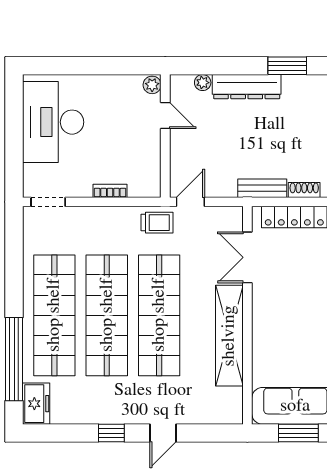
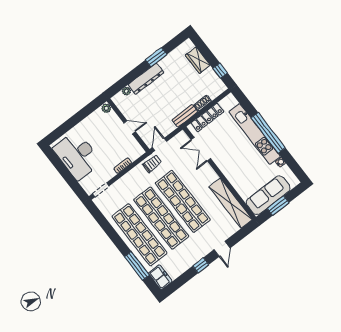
door: (165, 115) -> (130, 127), moved
shelving: (229, 336) -> (231, 203), moved
window: (14, 359) -> (137, 266), width x0.68

